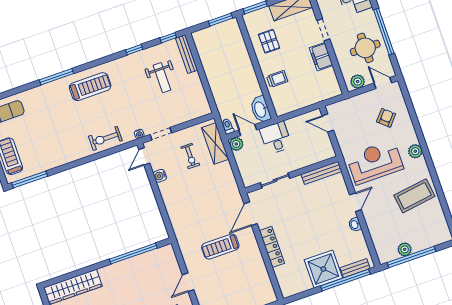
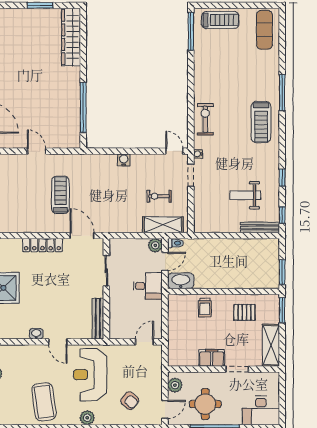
reception desk: (375, 162) -> (90, 375), turned 180
water cooler: (160, 176) -> (124, 160), moved

